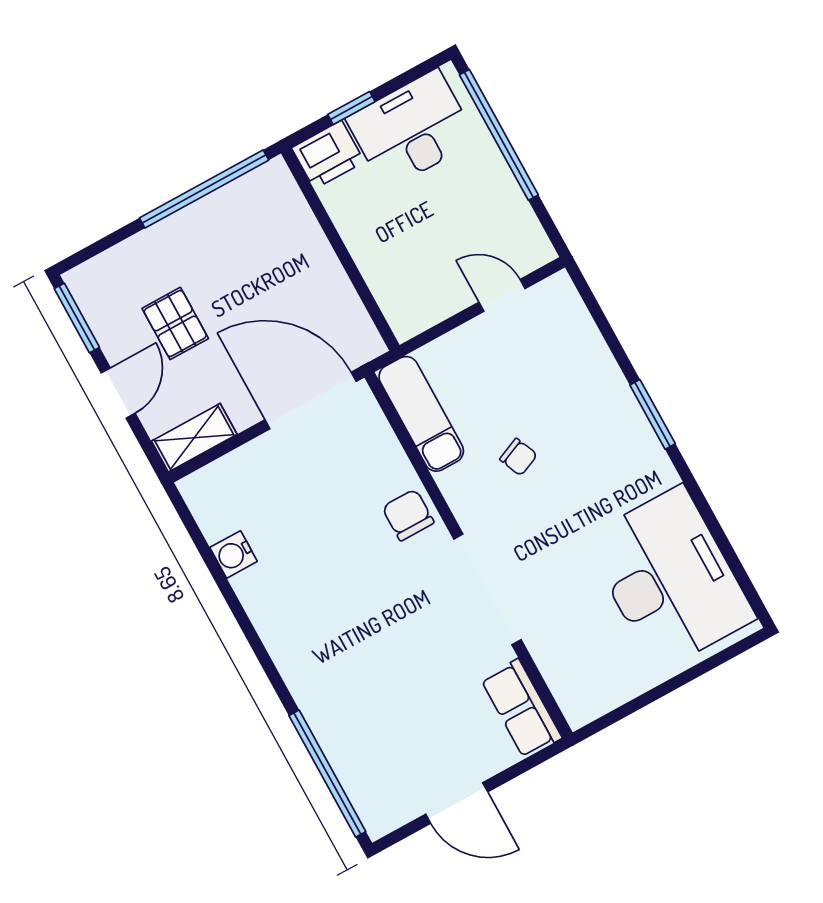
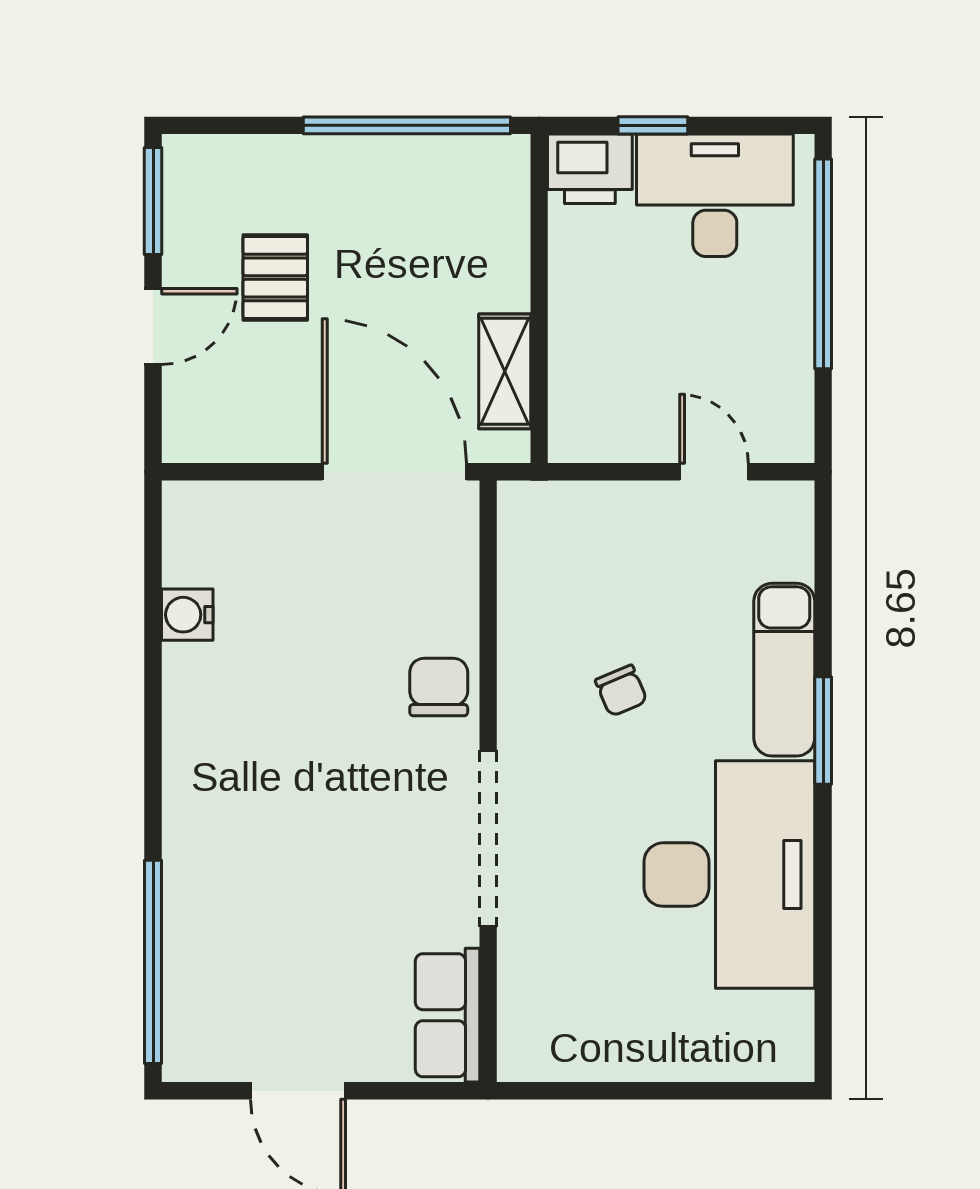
exam couch: (421, 414) -> (784, 670), moved, turned 180
shelving: (194, 438) -> (505, 371), moved, turned 90
desk: (670, 578) -> (729, 875), moved

